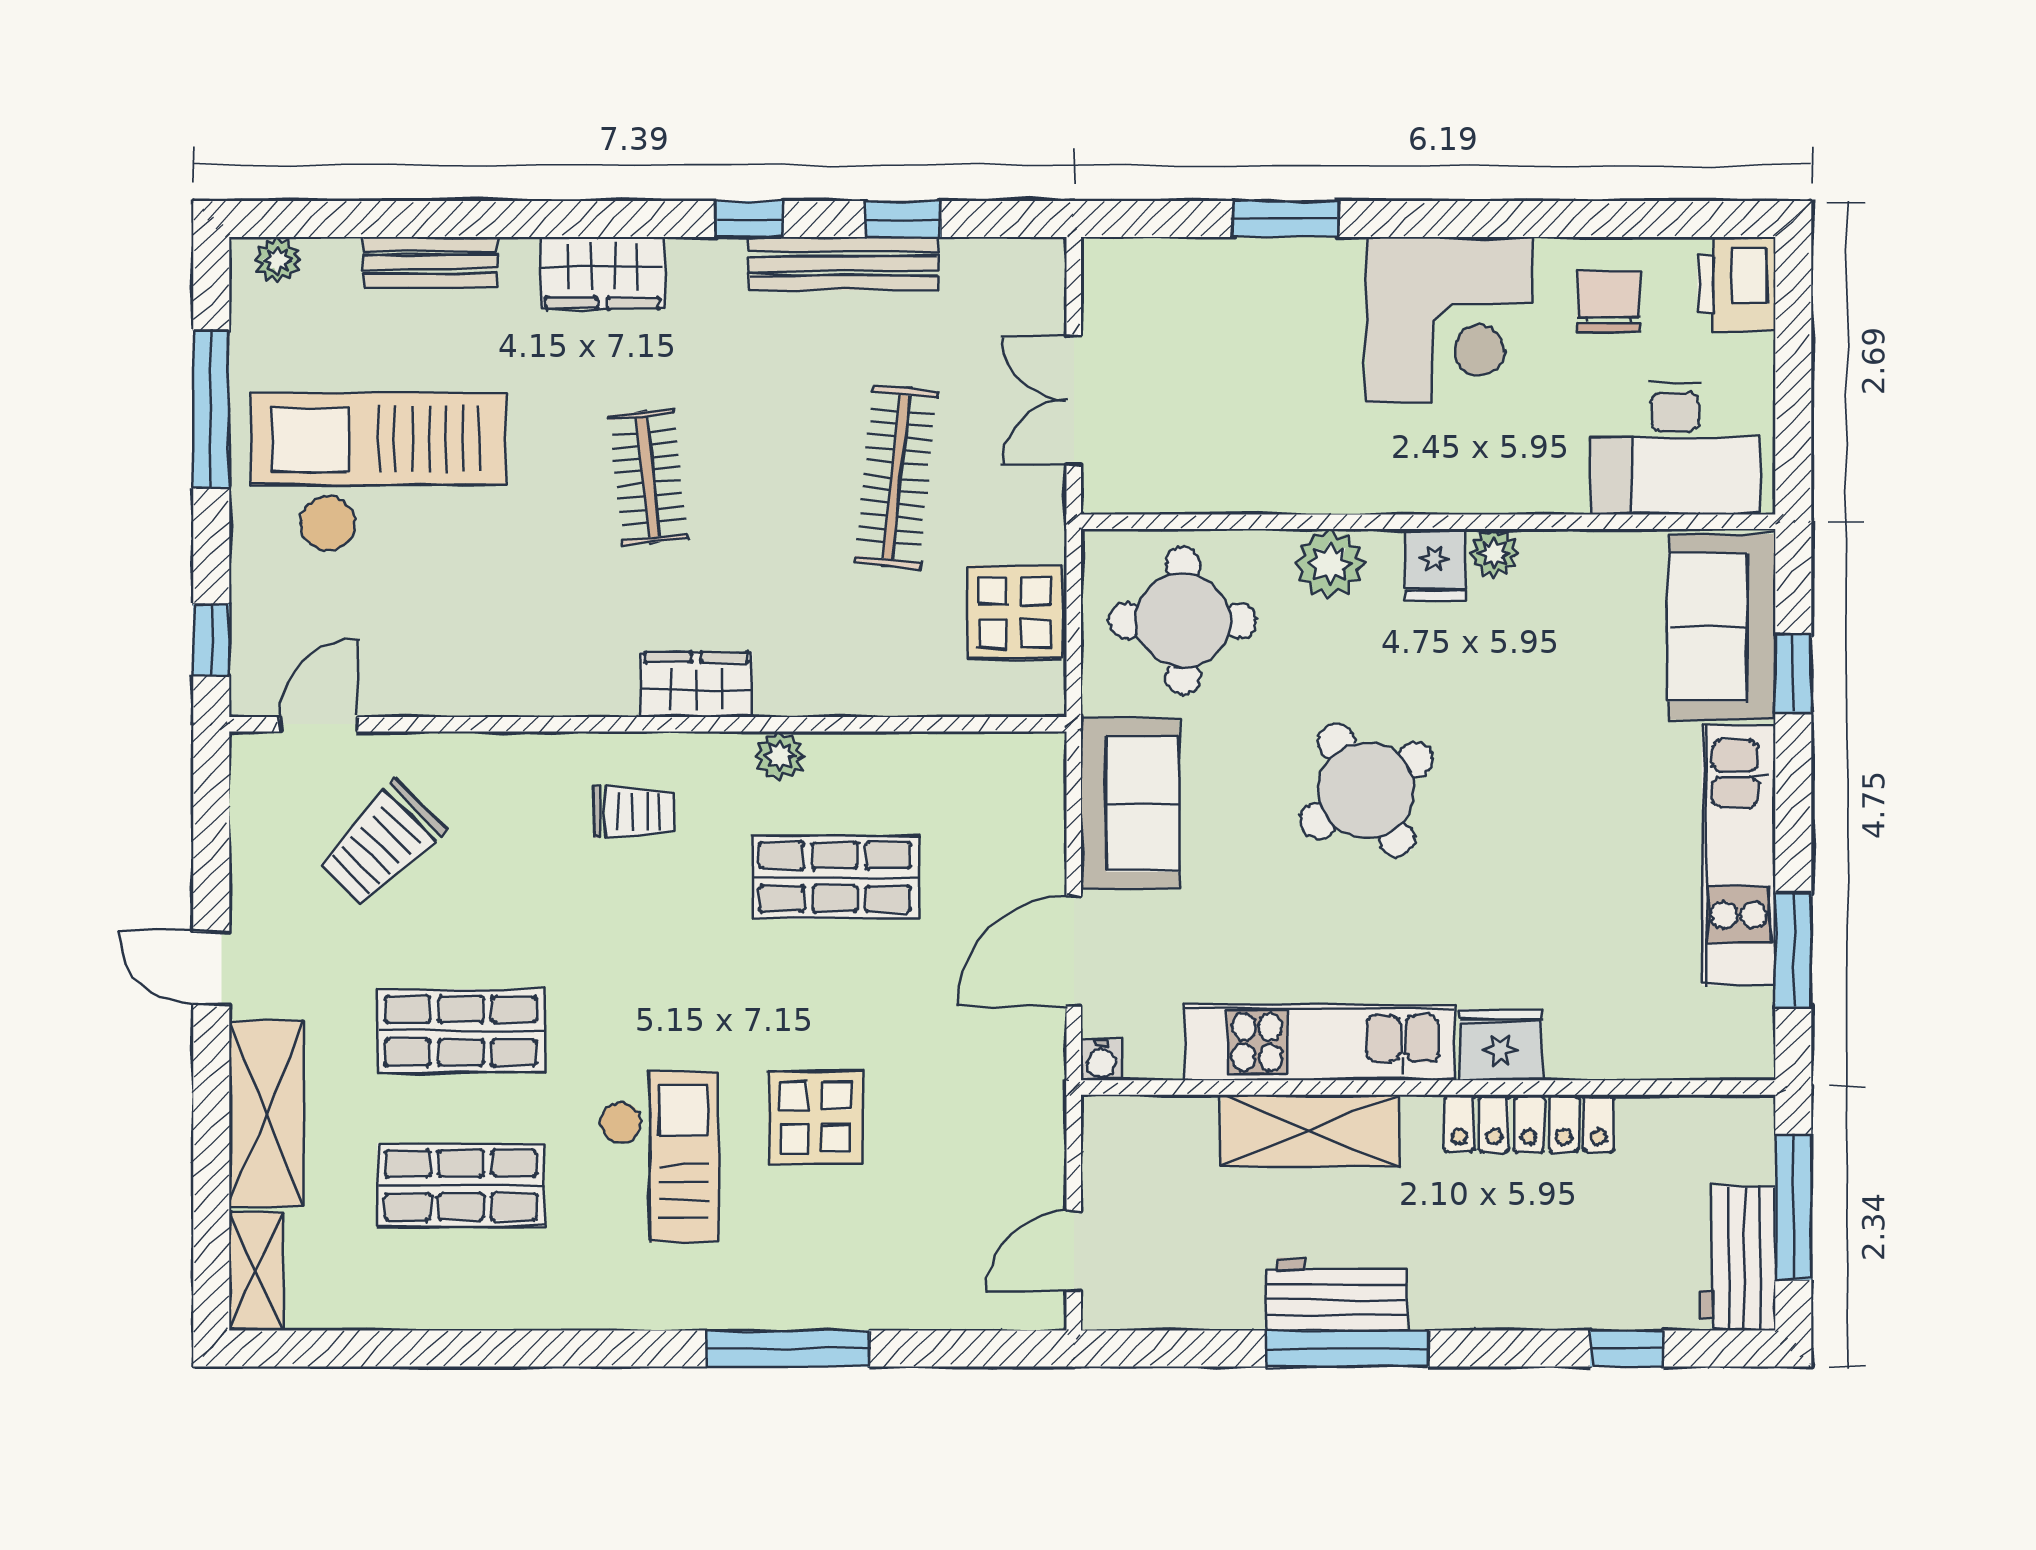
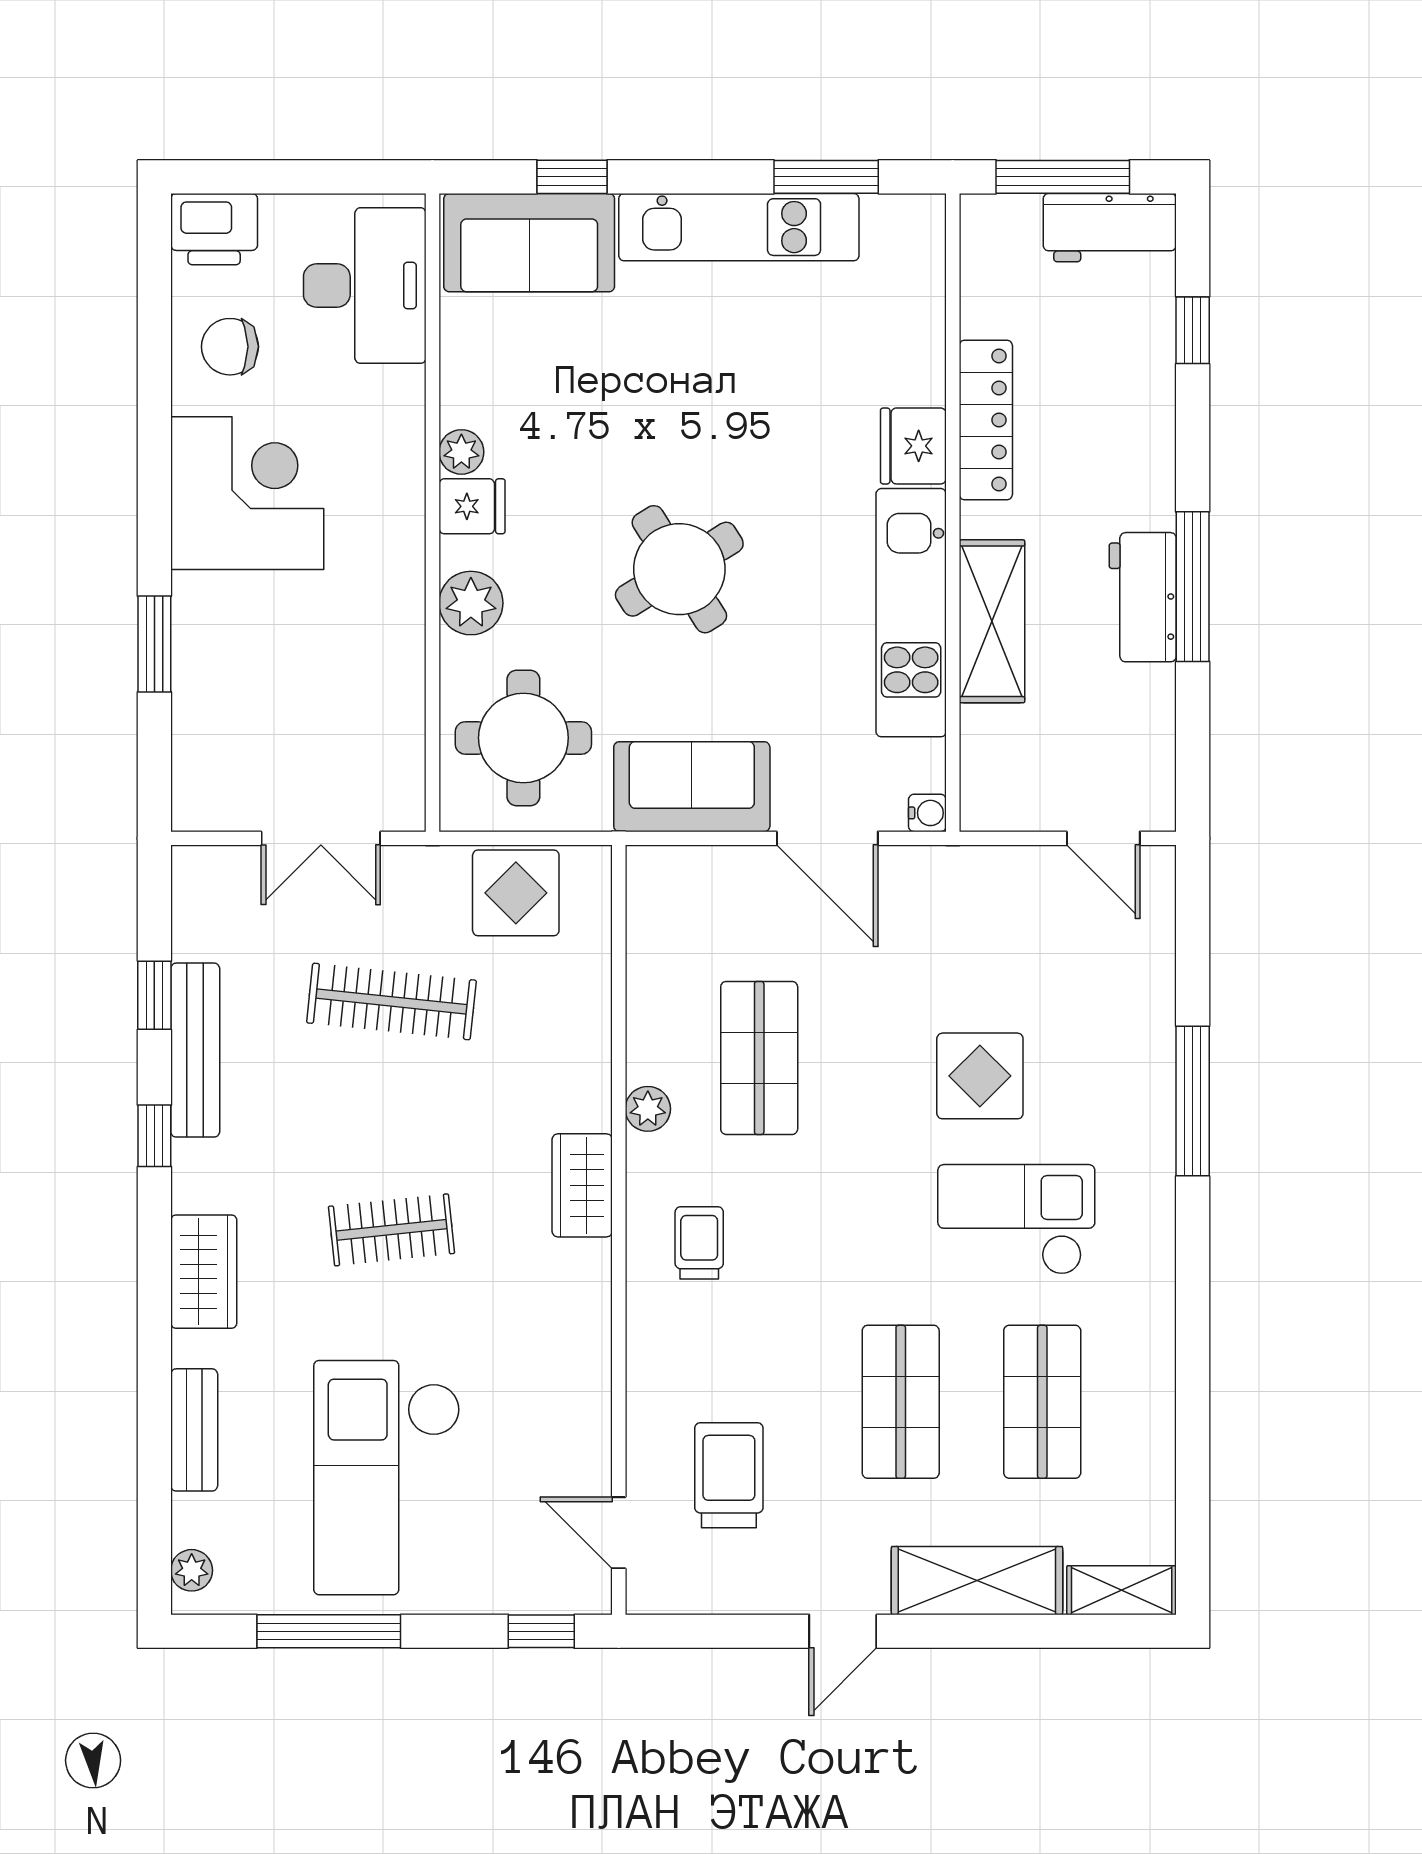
trolley: (381, 844) -> (729, 1475), turned -135

